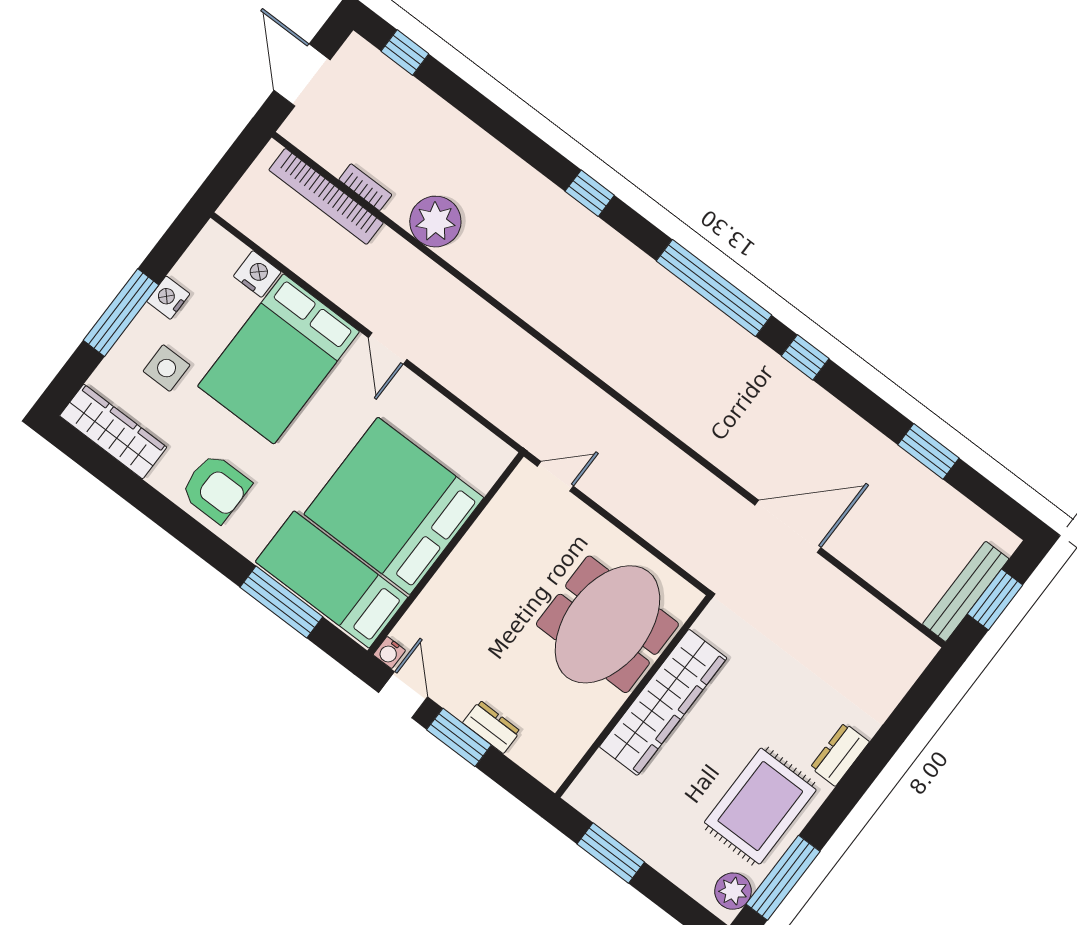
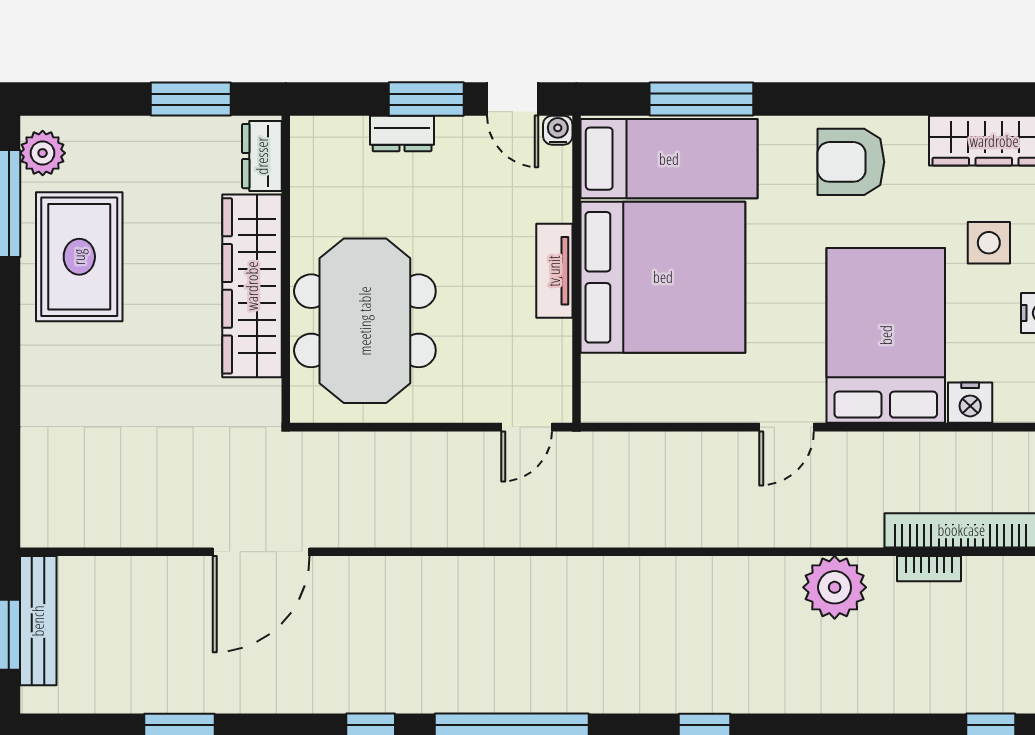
door: (388, 348) -> (787, 427), swing flipped
tv unit: (461, 564) -> (554, 271), added
dresser: (840, 755) -> (262, 156), moved, turned 180

